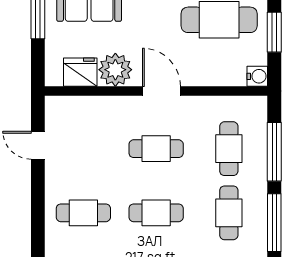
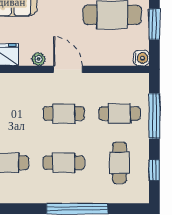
plant: (115, 70) -> (38, 59), width x0.53, depth x0.53
cafe table: (229, 149) -> (119, 114), turned 90
window: (274, 223) -> (154, 170), width x0.46

